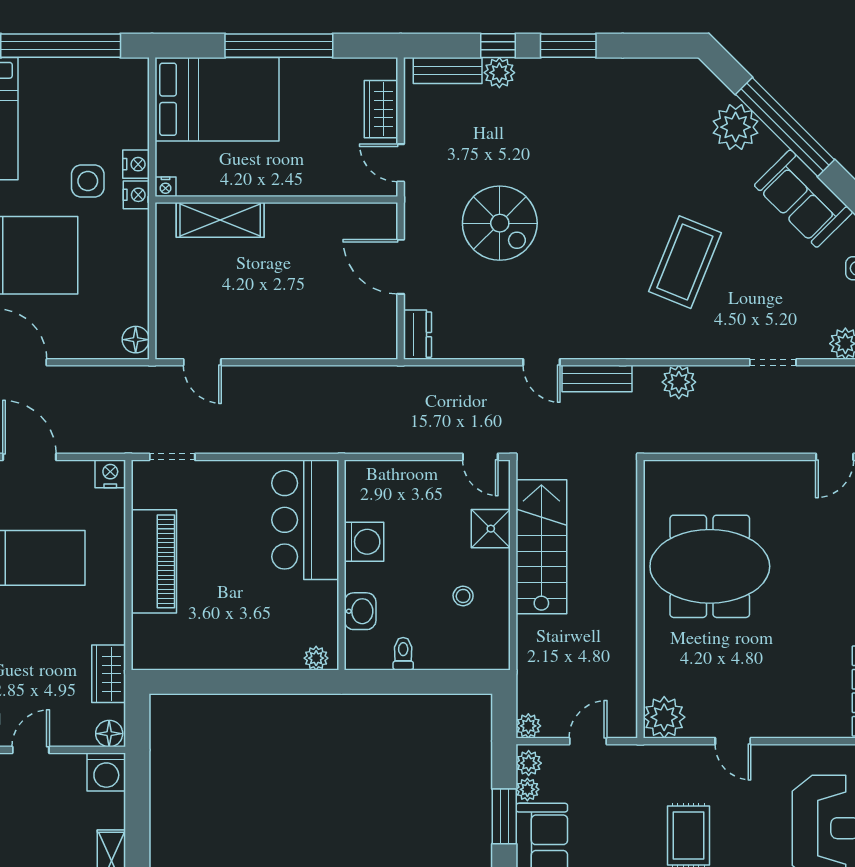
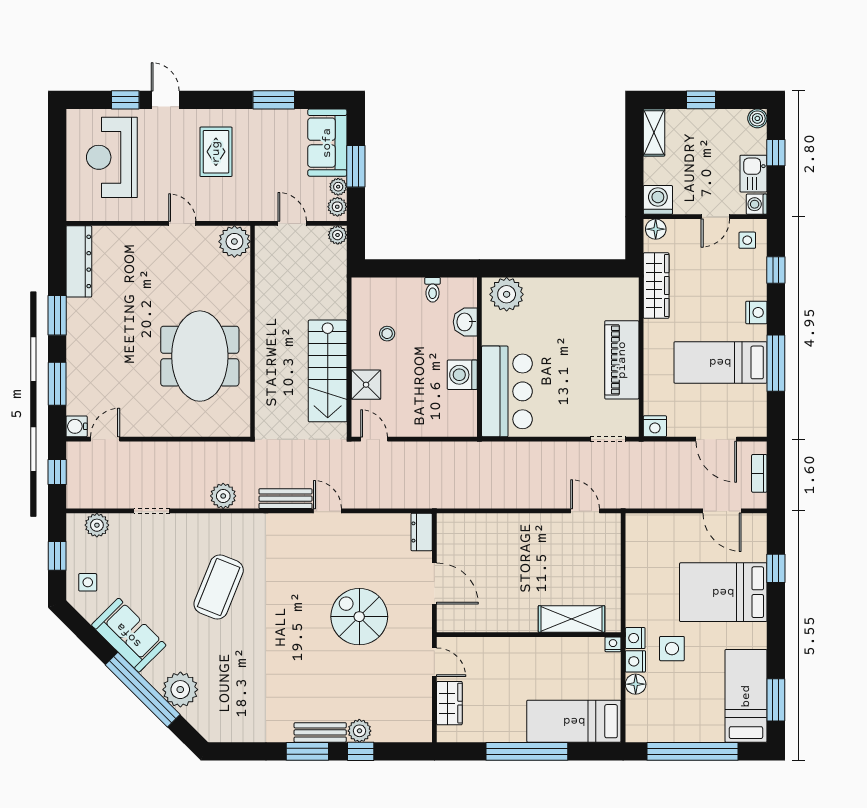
bench: (448, 71) -> (320, 732), moved
bed: (217, 99) -> (574, 721), width x0.67
floor lamp: (136, 340) -> (636, 684), moved
meeting table: (710, 566) -> (200, 356), turned 90
plant: (316, 658) -> (507, 294), width x1.88, depth x1.88
wardrobe: (109, 674) -> (656, 286), width x1.50
door: (588, 741) -> (292, 223), swing flipped

